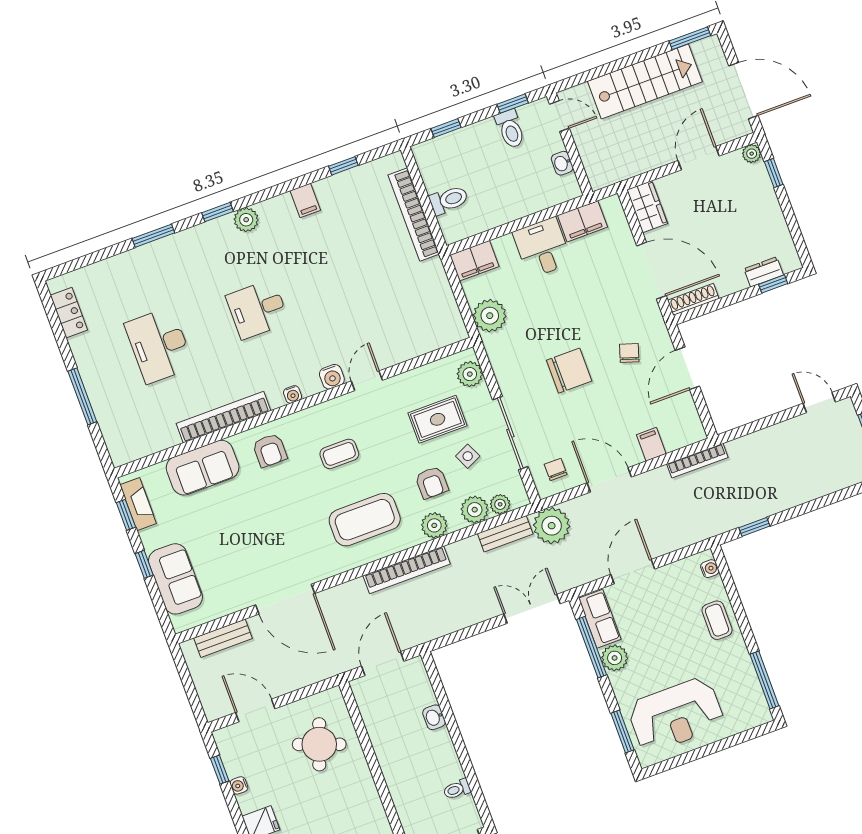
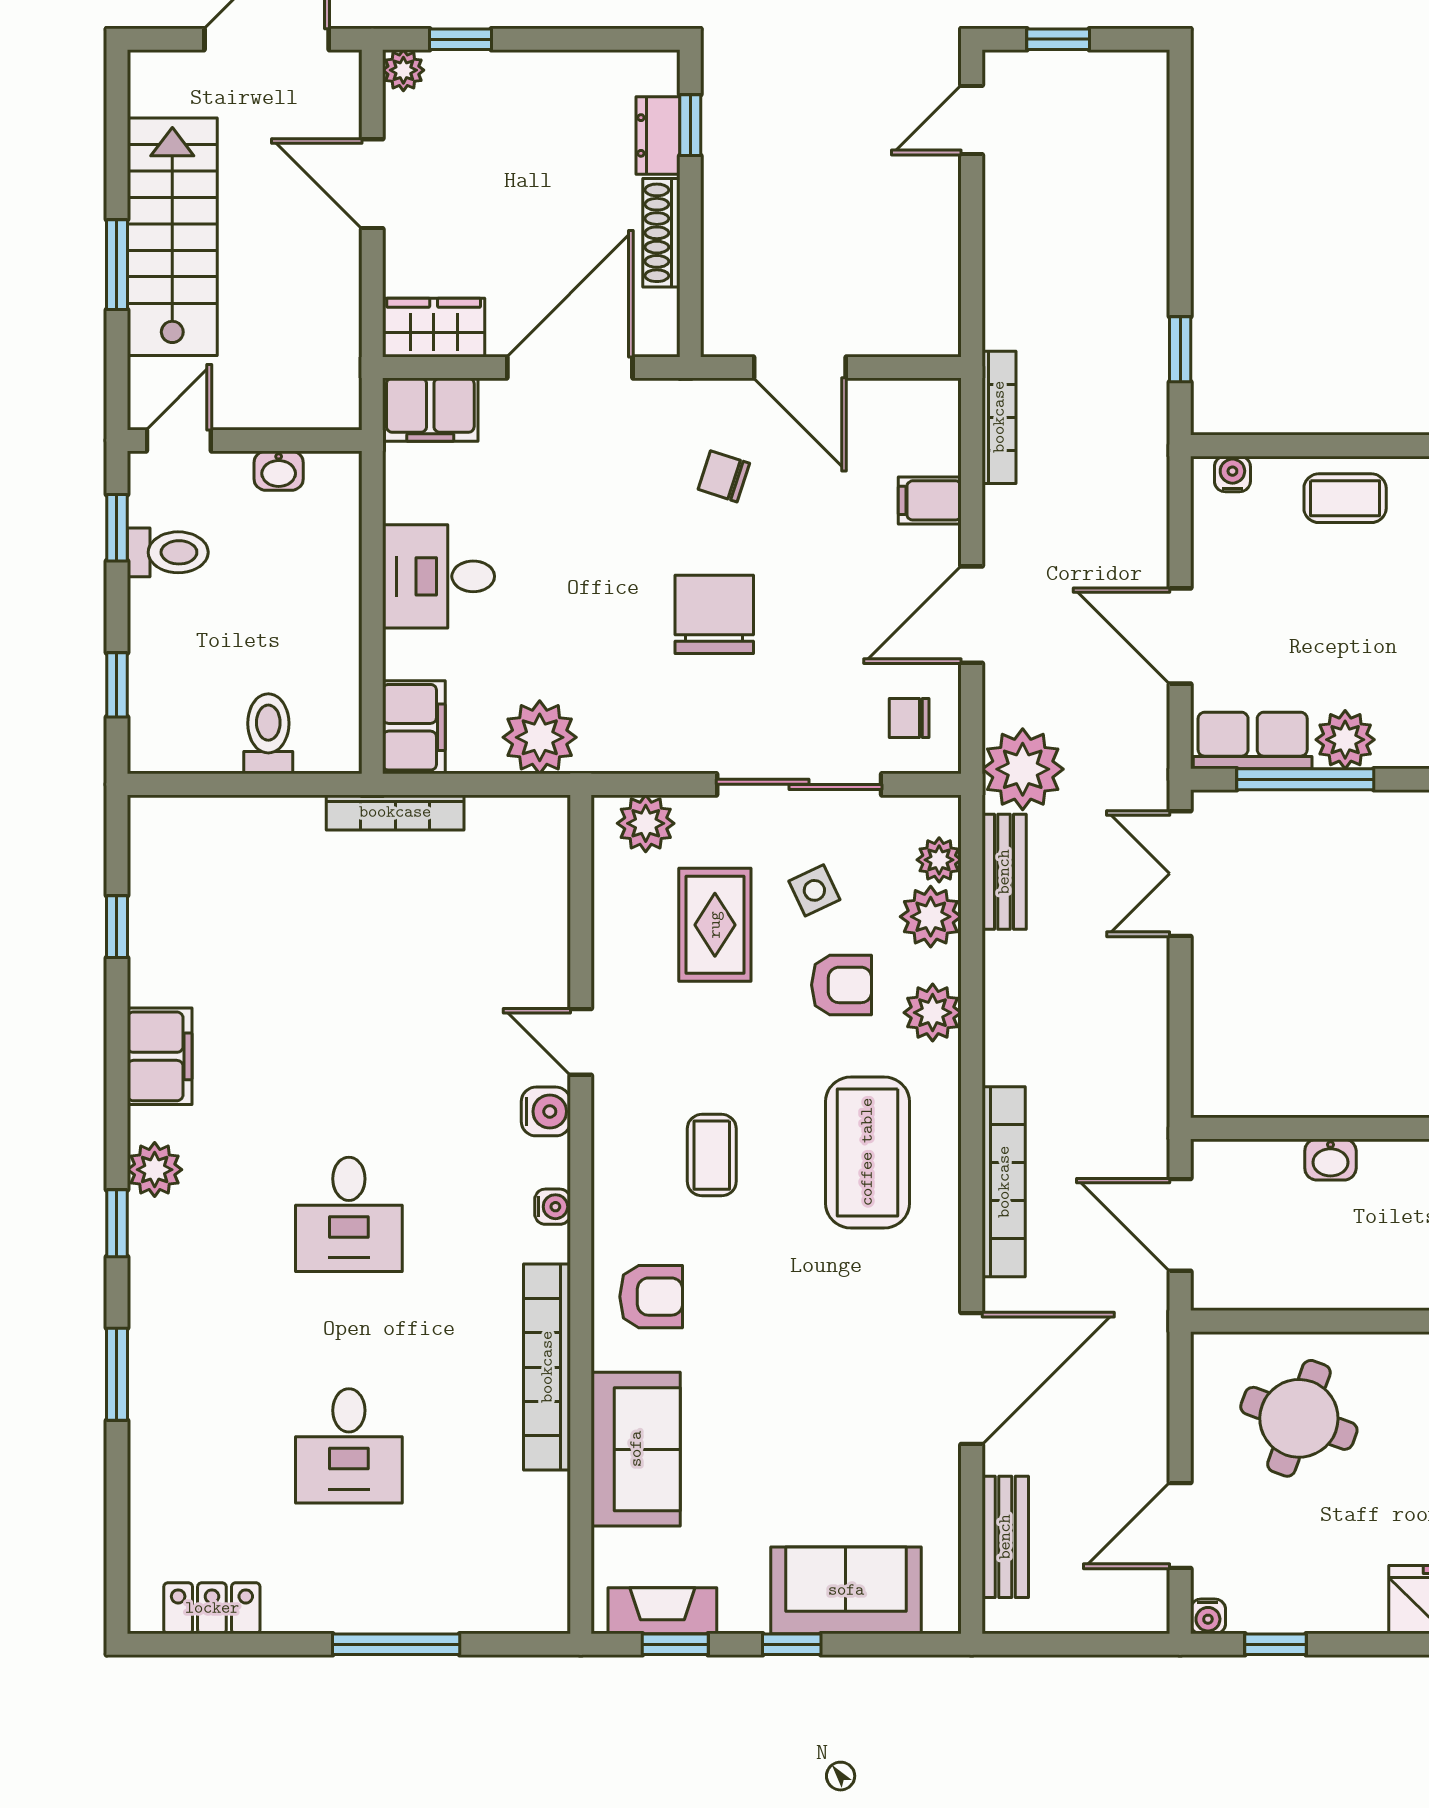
window: (690, 38) -> (117, 265), moved
filing cabinet: (305, 200) -> (160, 1056), width x2.00
bookcase: (414, 215) -> (395, 812), moved, width x0.68, depth x0.76
filing cabinet: (582, 221) -> (430, 410), moved, turned 90
shoe rack: (693, 299) -> (661, 233), moved
desk: (159, 345) -> (349, 1446), width x0.73
bookcase: (407, 570) -> (1004, 1182), moved
water cooler: (239, 785) -> (1208, 1616), moved

